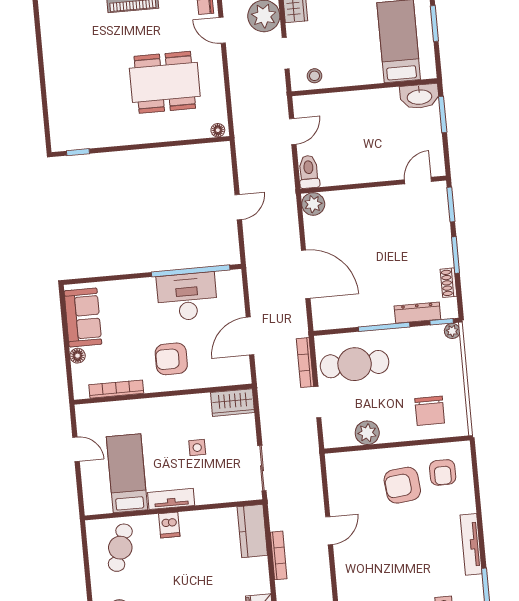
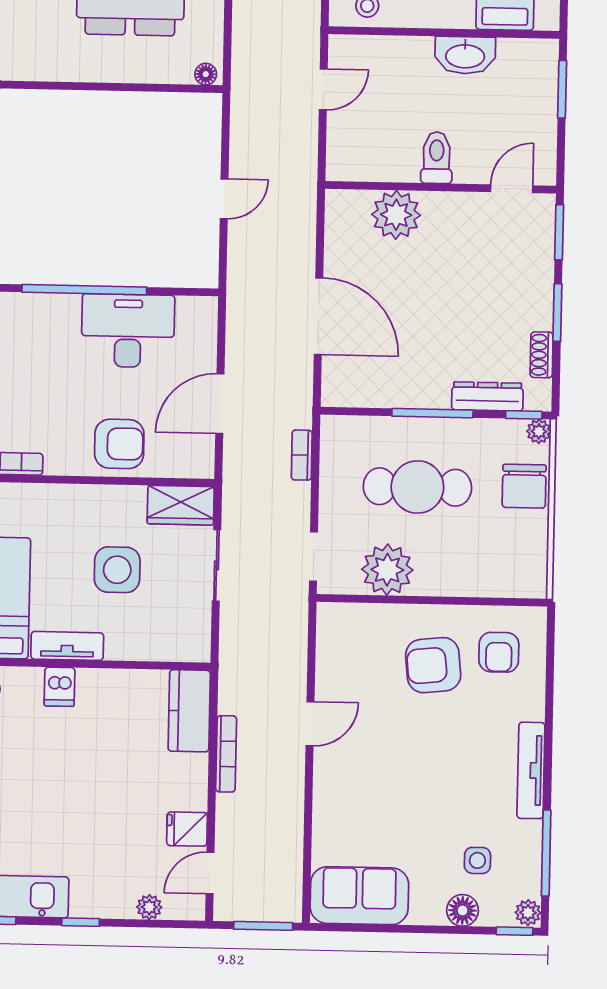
washbasin: (419, 96) -> (465, 55), moved
toilet: (309, 172) -> (437, 158), moved
plant: (313, 204) -> (396, 215), moved, width x1.36, depth x1.36
window: (191, 271) -> (84, 290), moved
armchair: (171, 359) -> (119, 444), moved, turned 180
bookcase: (305, 363) -> (302, 455), width x0.64
cafe table: (355, 364) -> (417, 487), moved
doorway: (317, 402) -> (313, 557), moved
chair: (430, 411) -> (524, 486), moved
plant: (367, 433) -> (387, 570), width x1.36, depth x1.36
side table: (197, 448) -> (117, 570), width x1.87, depth x1.87
sliding door: (262, 468) -> (216, 565), moved

